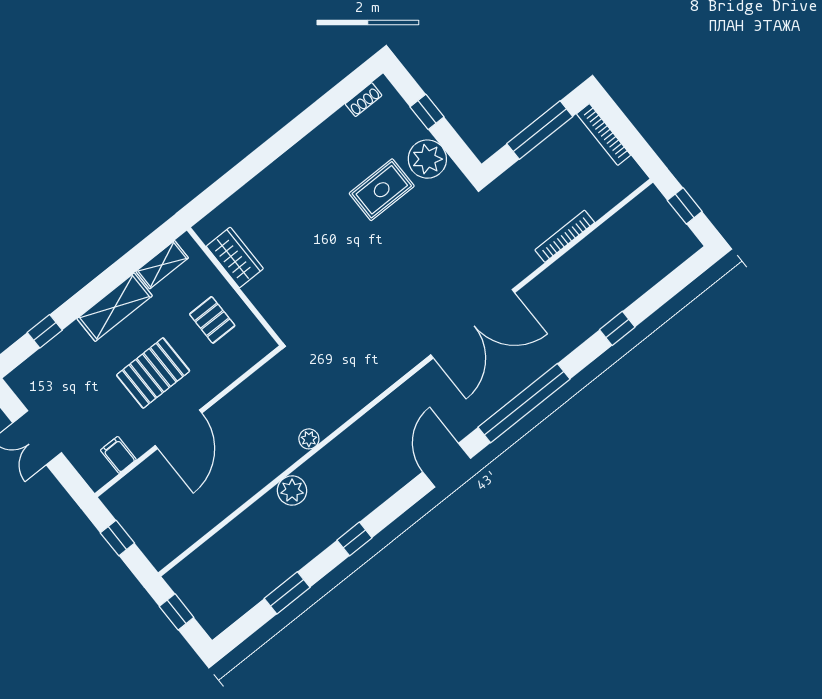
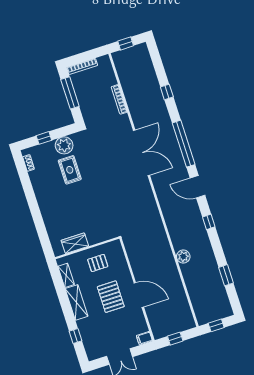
plant: (309, 439) -> (164, 241), removed
filing cabinet: (118, 455) -> (144, 338), moved
window: (354, 539) -> (209, 222), moved

